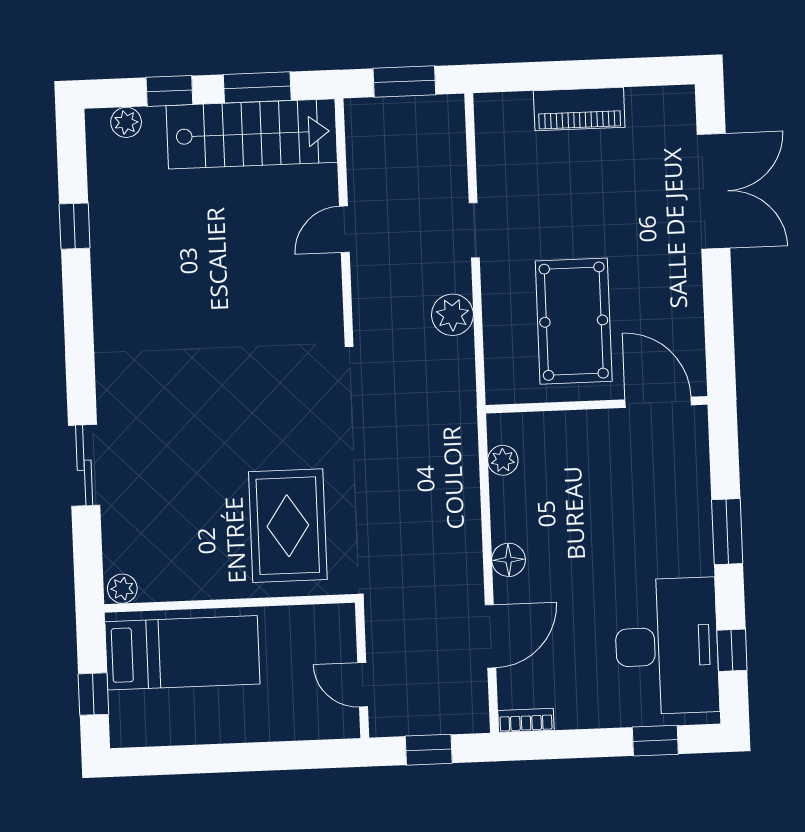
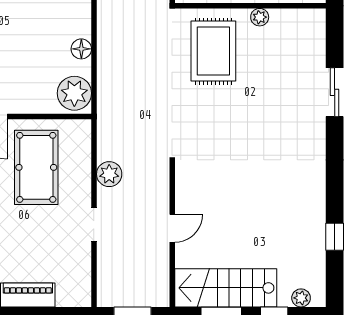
plant: (503, 460) -> (74, 93), width x1.87, depth x1.87
floor lamp: (509, 560) -> (81, 49), moved
plant: (122, 589) -> (260, 17), moved

